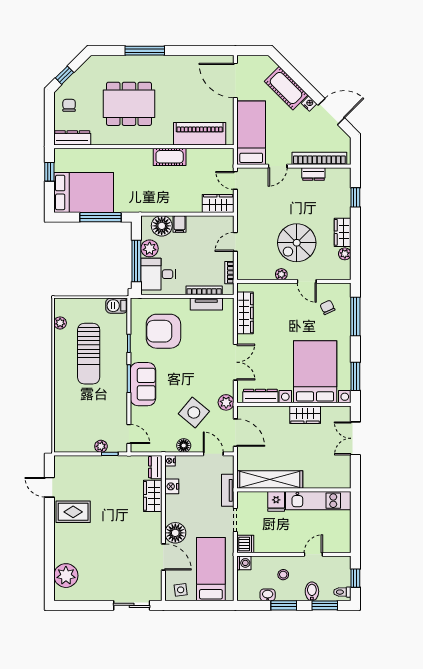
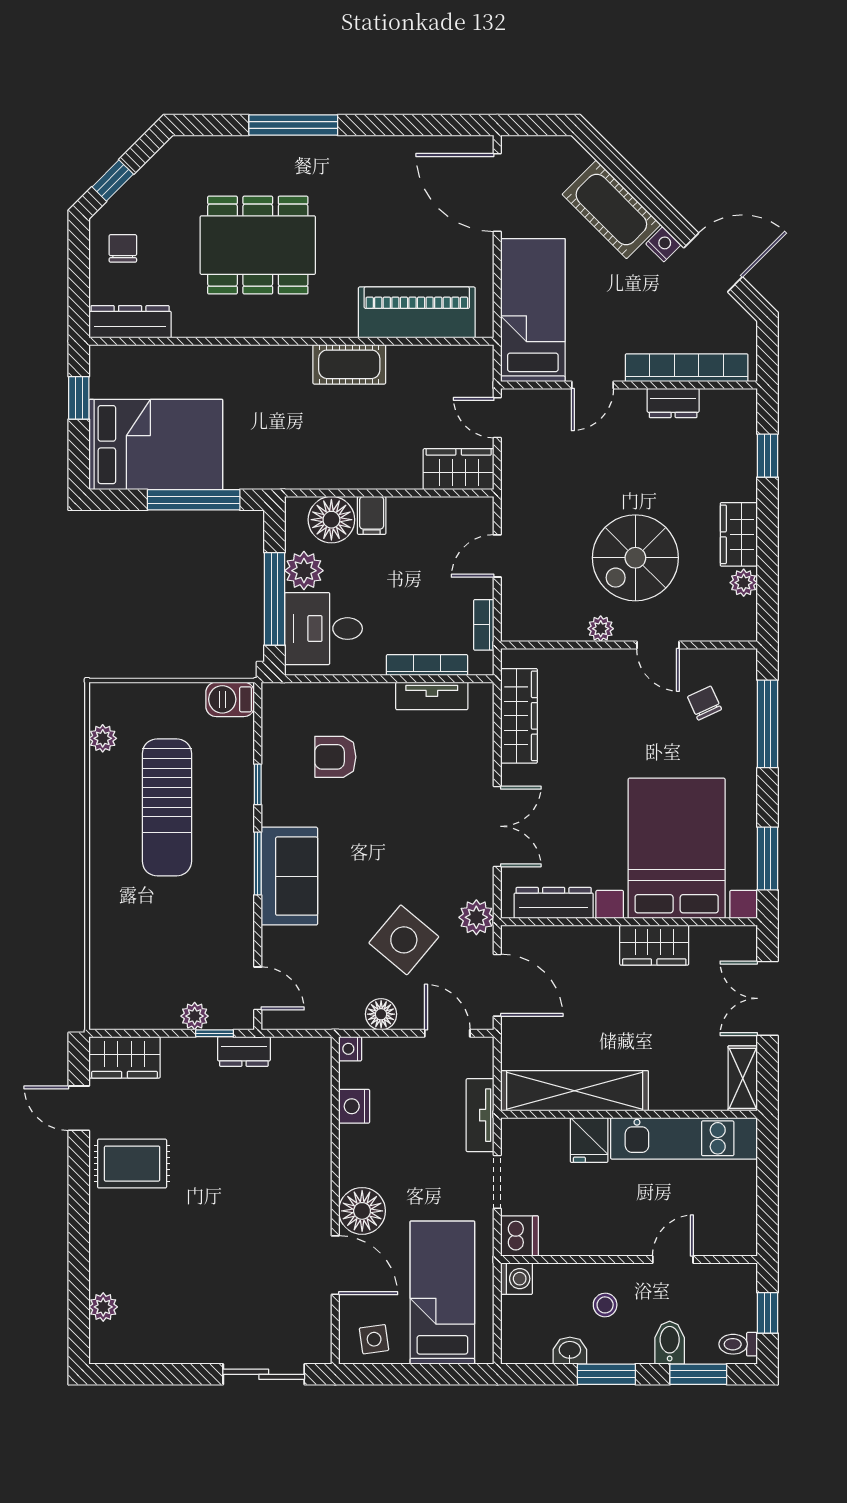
armchair: (163, 331) -> (335, 757), width x0.53, depth x0.53
dresser: (155, 467) -> (244, 1051), moved, turned -90
shelving: (344, 474) -> (743, 1078), added
wardrobe: (153, 496) -> (125, 1057), moved, turned -90
plant: (66, 576) -> (103, 1307), width x0.53, depth x0.53

